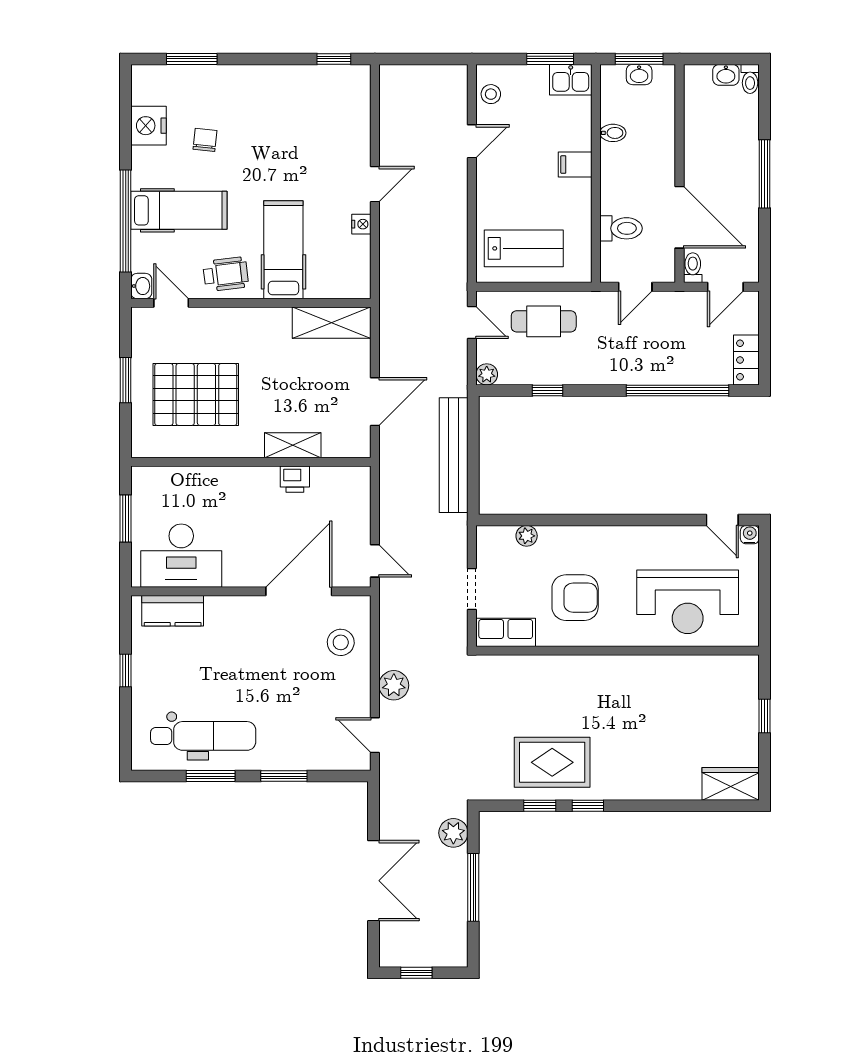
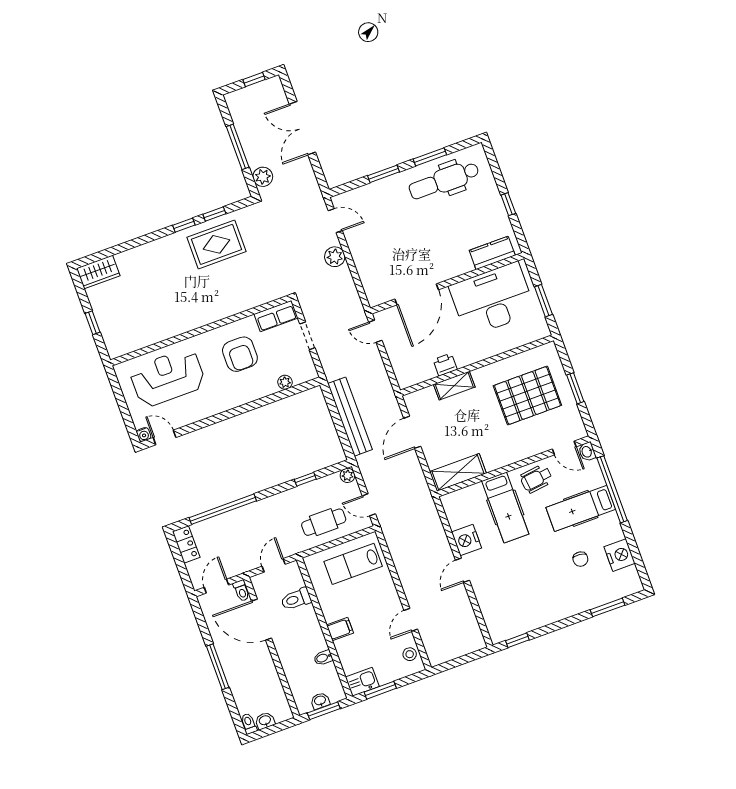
nightstand: (361, 224) -> (467, 540), width x1.89, depth x1.79
desk: (181, 556) -> (492, 299), width x1.36, depth x1.30
armchair: (575, 598) -> (240, 354), turned -90
stool: (341, 642) -> (378, 272), removed

